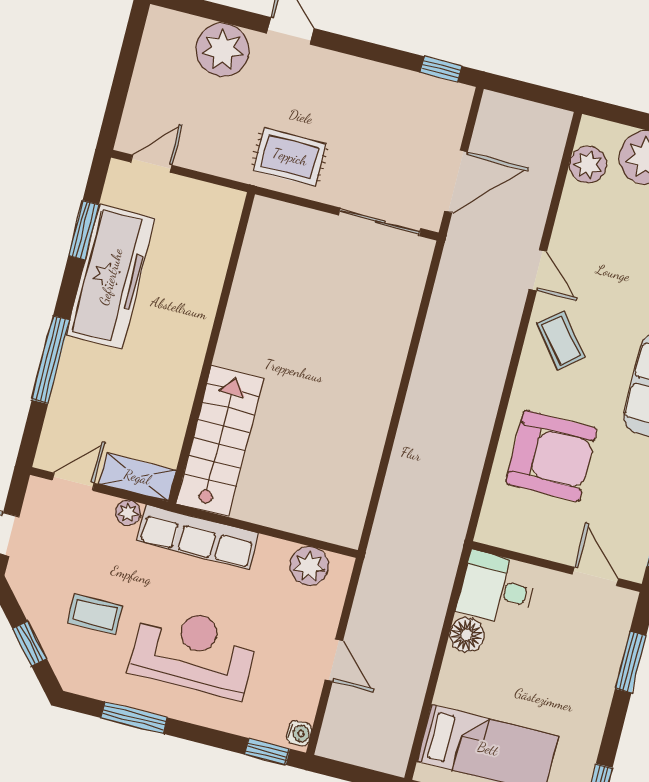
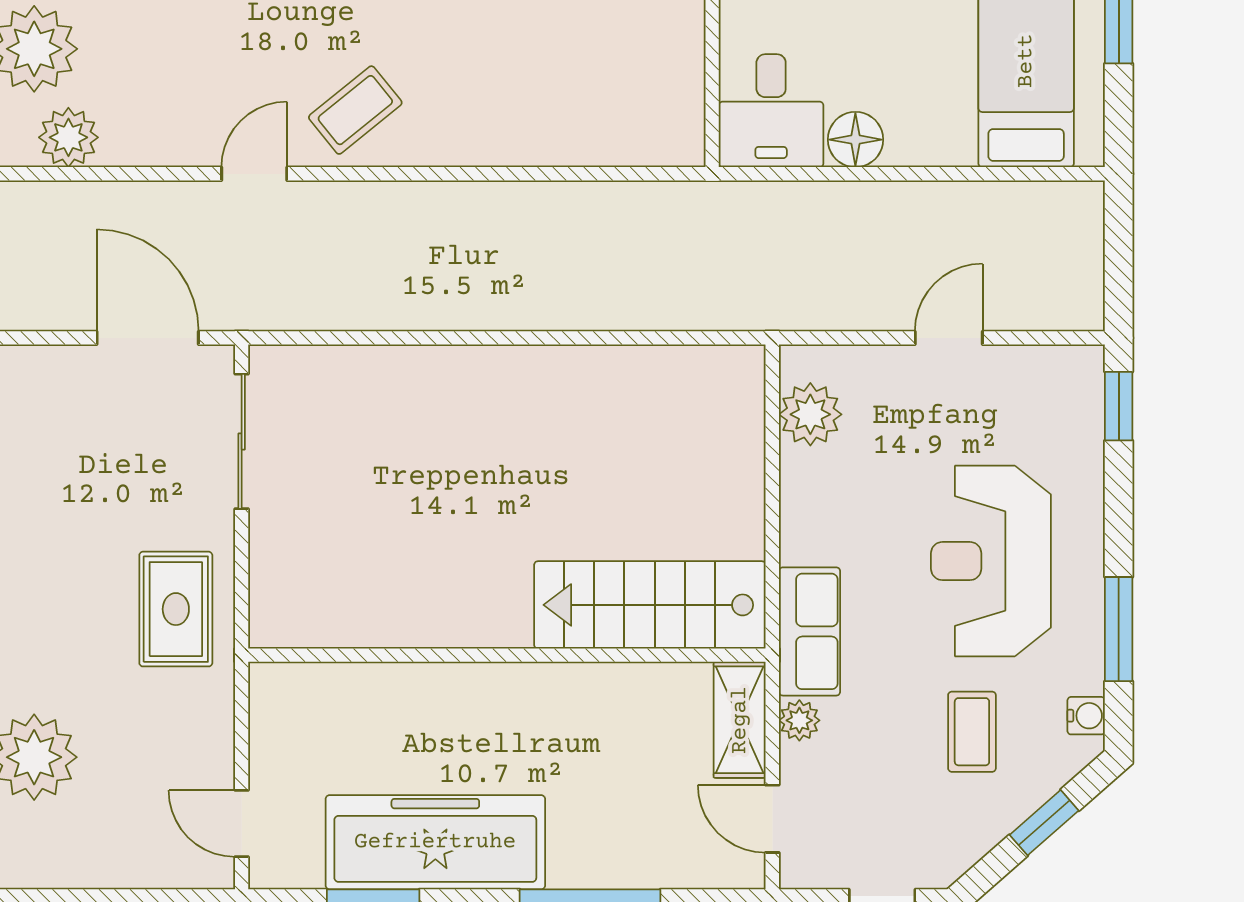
armchair: (551, 456) -> (541, 78), removed
row of seats: (198, 537) -> (810, 631), width x0.68
water cooler: (299, 733) -> (1086, 716), moved, turned 90

